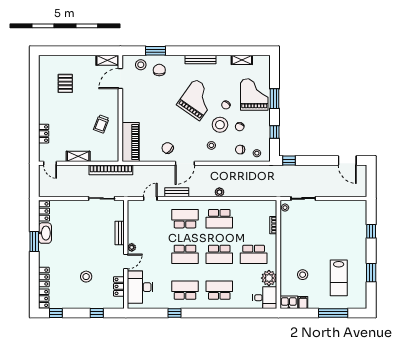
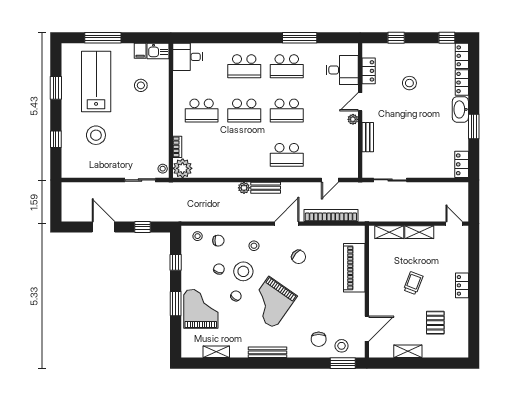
window: (156, 51) -> (343, 363), moved
shelving: (107, 60) -> (408, 351), moved
grand piano: (254, 95) -> (201, 309), turned 180
trolley: (101, 124) -> (413, 283), moved
locker: (44, 134) -> (462, 285), moved
piano: (131, 142) -> (354, 268), moved
chair: (168, 148) -> (299, 257), moved
shelving: (102, 156) -> (389, 232), added
window: (289, 161) -> (142, 227), moved
door: (347, 161) -> (104, 227), moved
bookcase: (111, 170) -> (331, 215), moved
bench: (177, 192) -> (266, 188), moved
school desk: (219, 219) -> (244, 155), removed
washbasin: (45, 233) -> (460, 109), moved
stool: (339, 235) -> (96, 135), added
school desk: (185, 254) -> (287, 111), turned 180
school desk: (219, 254) -> (244, 111), turned 180
school desk: (254, 254) -> (202, 111), turned 180
plant: (269, 278) -> (183, 168), moved
lab bench: (339, 278) -> (96, 81), width x1.36, depth x1.39
desk: (140, 287) -> (342, 70), width x0.73
window: (175, 313) -> (300, 38), width x2.17

